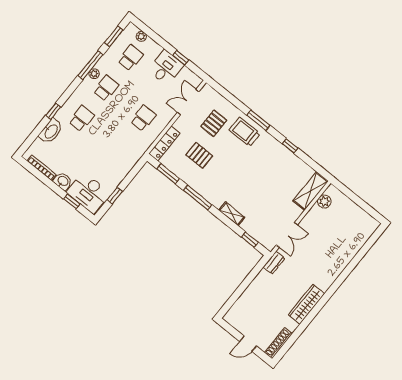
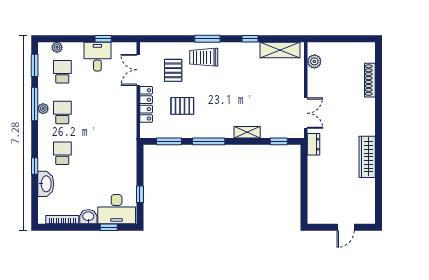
school desk: (143, 118) -> (112, 113), removed
locker: (164, 143) -> (146, 104), moved
shelving: (311, 191) -> (280, 50), moved, turned 90
shoe rack: (278, 343) -> (370, 80), moved

